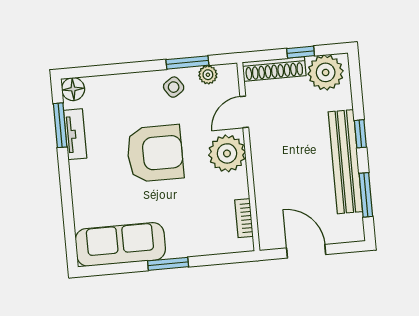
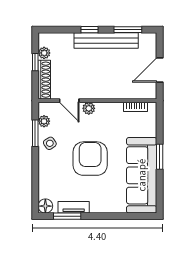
plant: (326, 72) -> (44, 53), width x0.53, depth x0.53
plant: (227, 153) -> (89, 108), width x0.53, depth x0.53
sofa: (120, 244) -> (142, 175), width x1.36, depth x1.27

